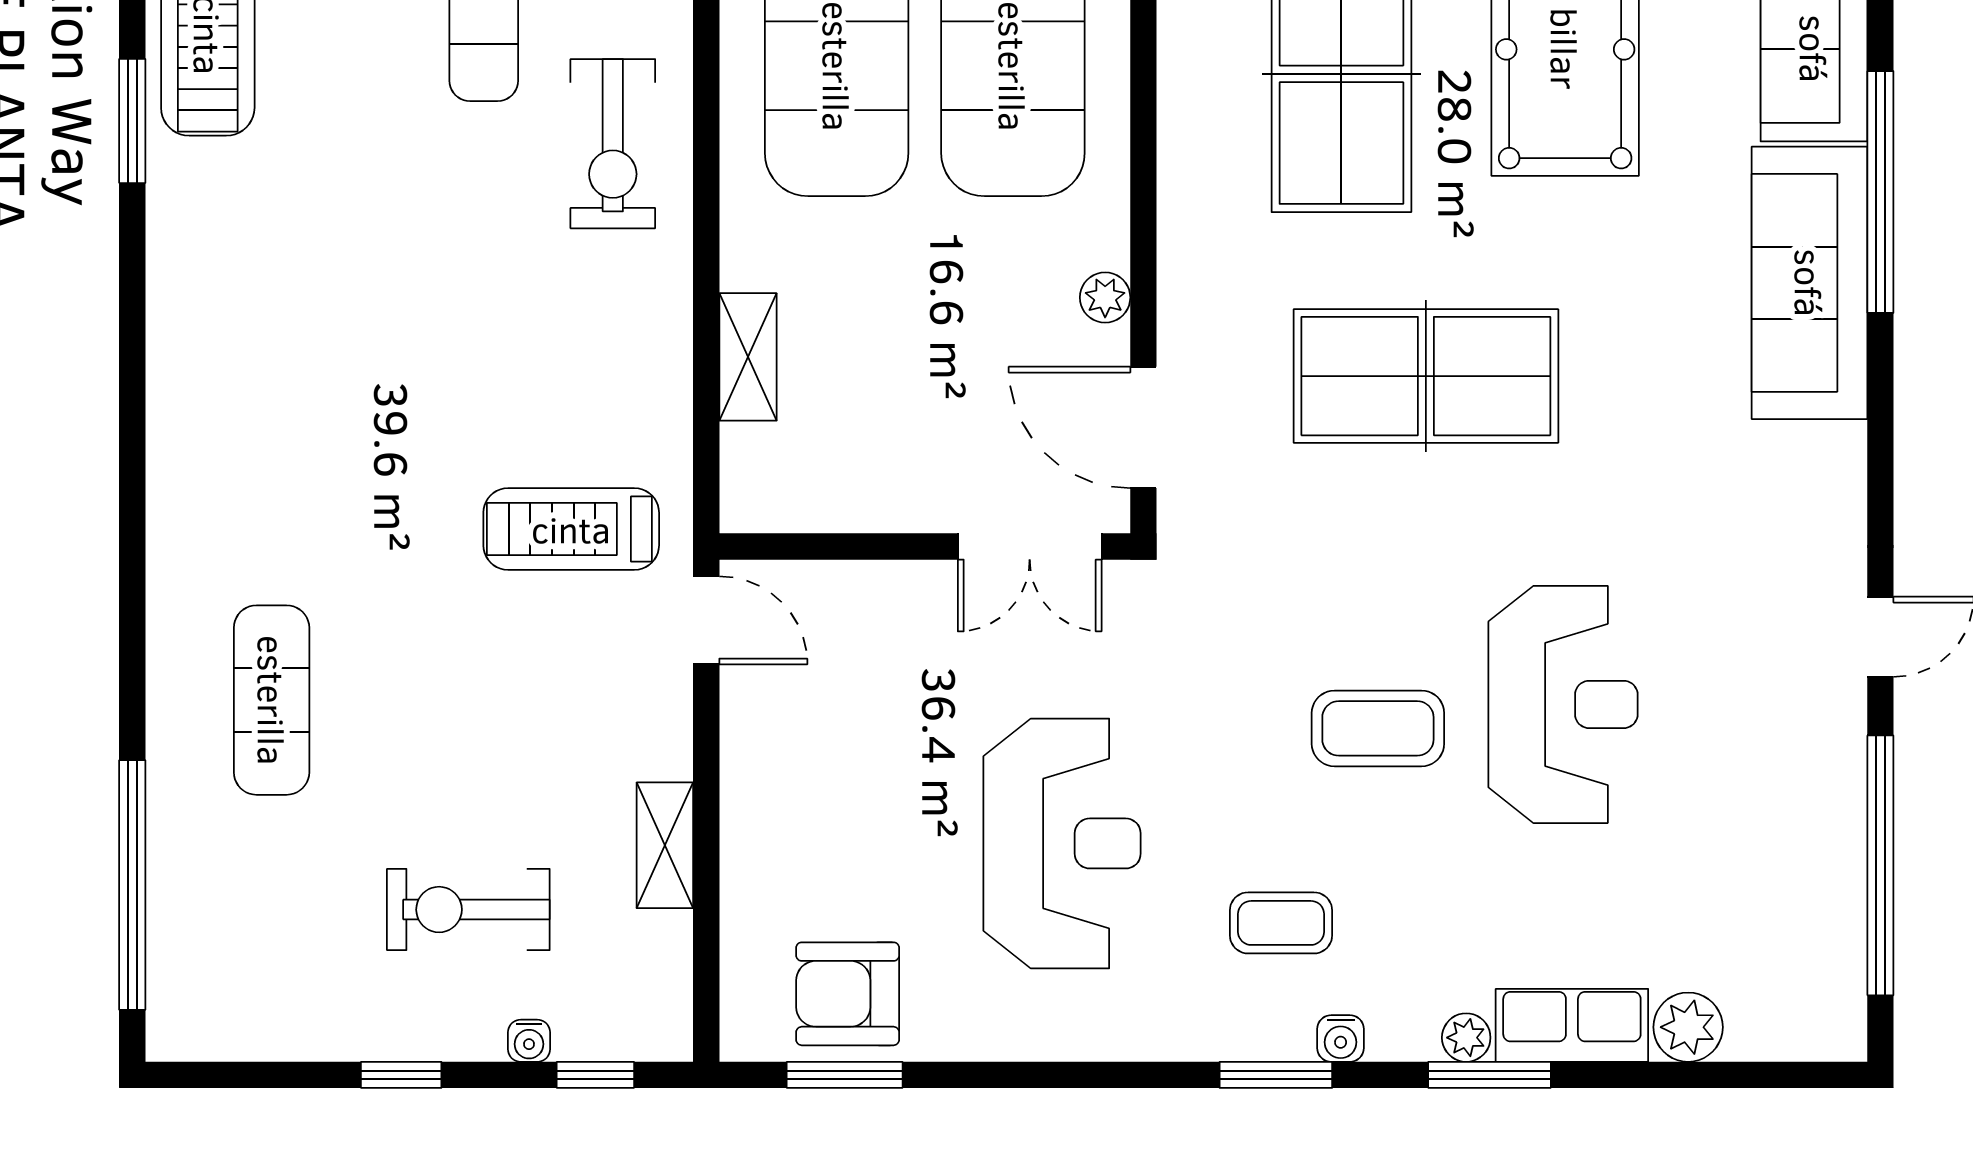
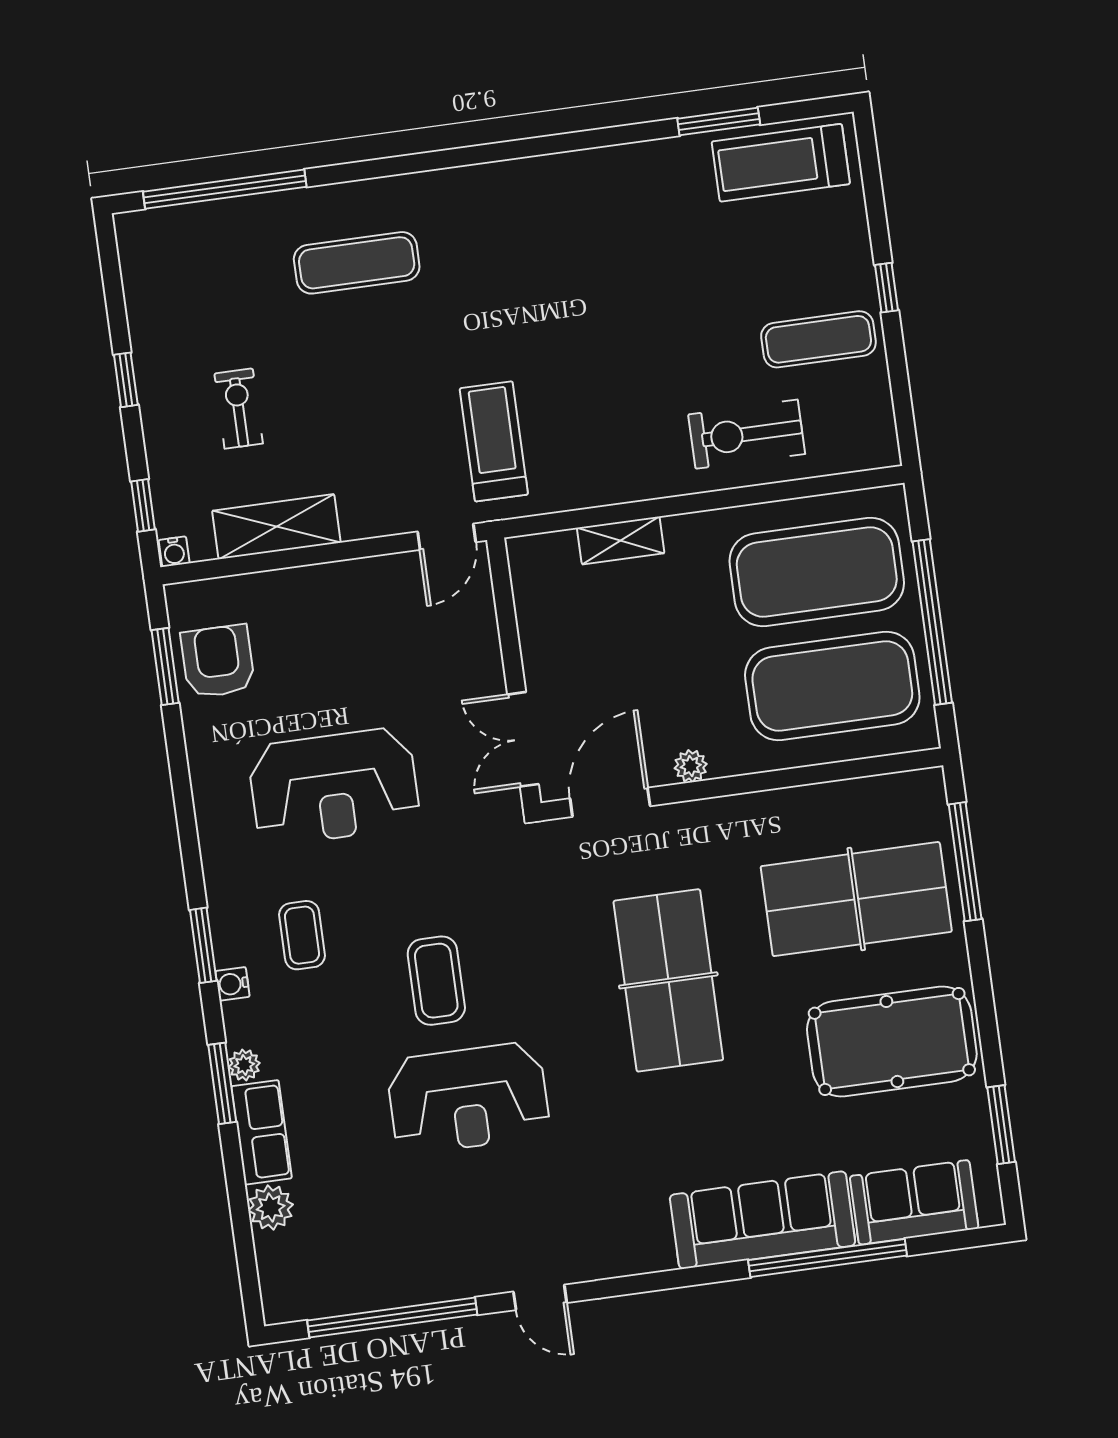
shelving: (665, 845) -> (276, 527), width x1.50, depth x1.33
exercise bike: (468, 910) -> (239, 409), width x0.73, depth x0.72
water cooler: (529, 1041) -> (174, 552), moved, turned -90

